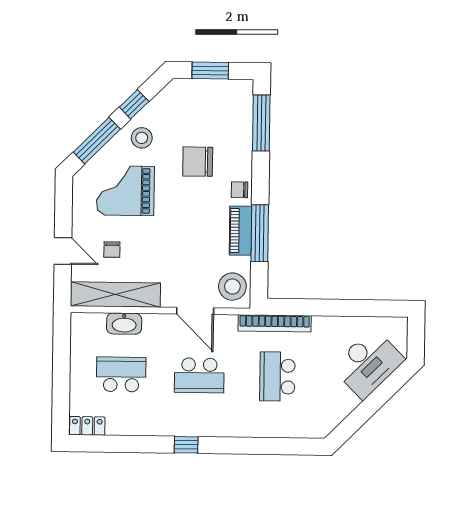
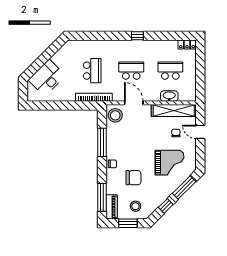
stool: (142, 138) -> (135, 206), moved
piano: (241, 231) -> (112, 207), moved
school desk: (121, 374) -> (170, 71), turned 180

